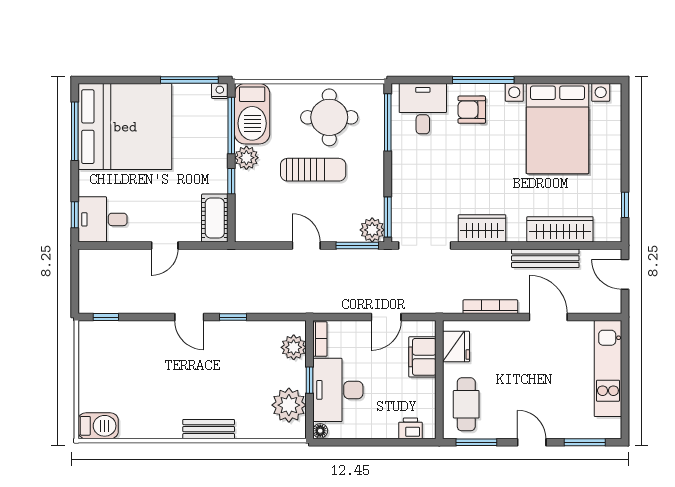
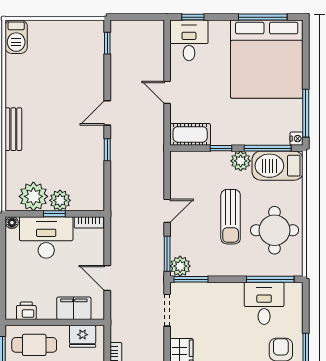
desk: (423, 109) -> (264, 303), moved, turned -90
doorway: (425, 245) -> (167, 310), width x0.73
plant: (294, 347) -> (60, 200), moved
printer: (410, 428) -> (26, 311), moved, turned -90

